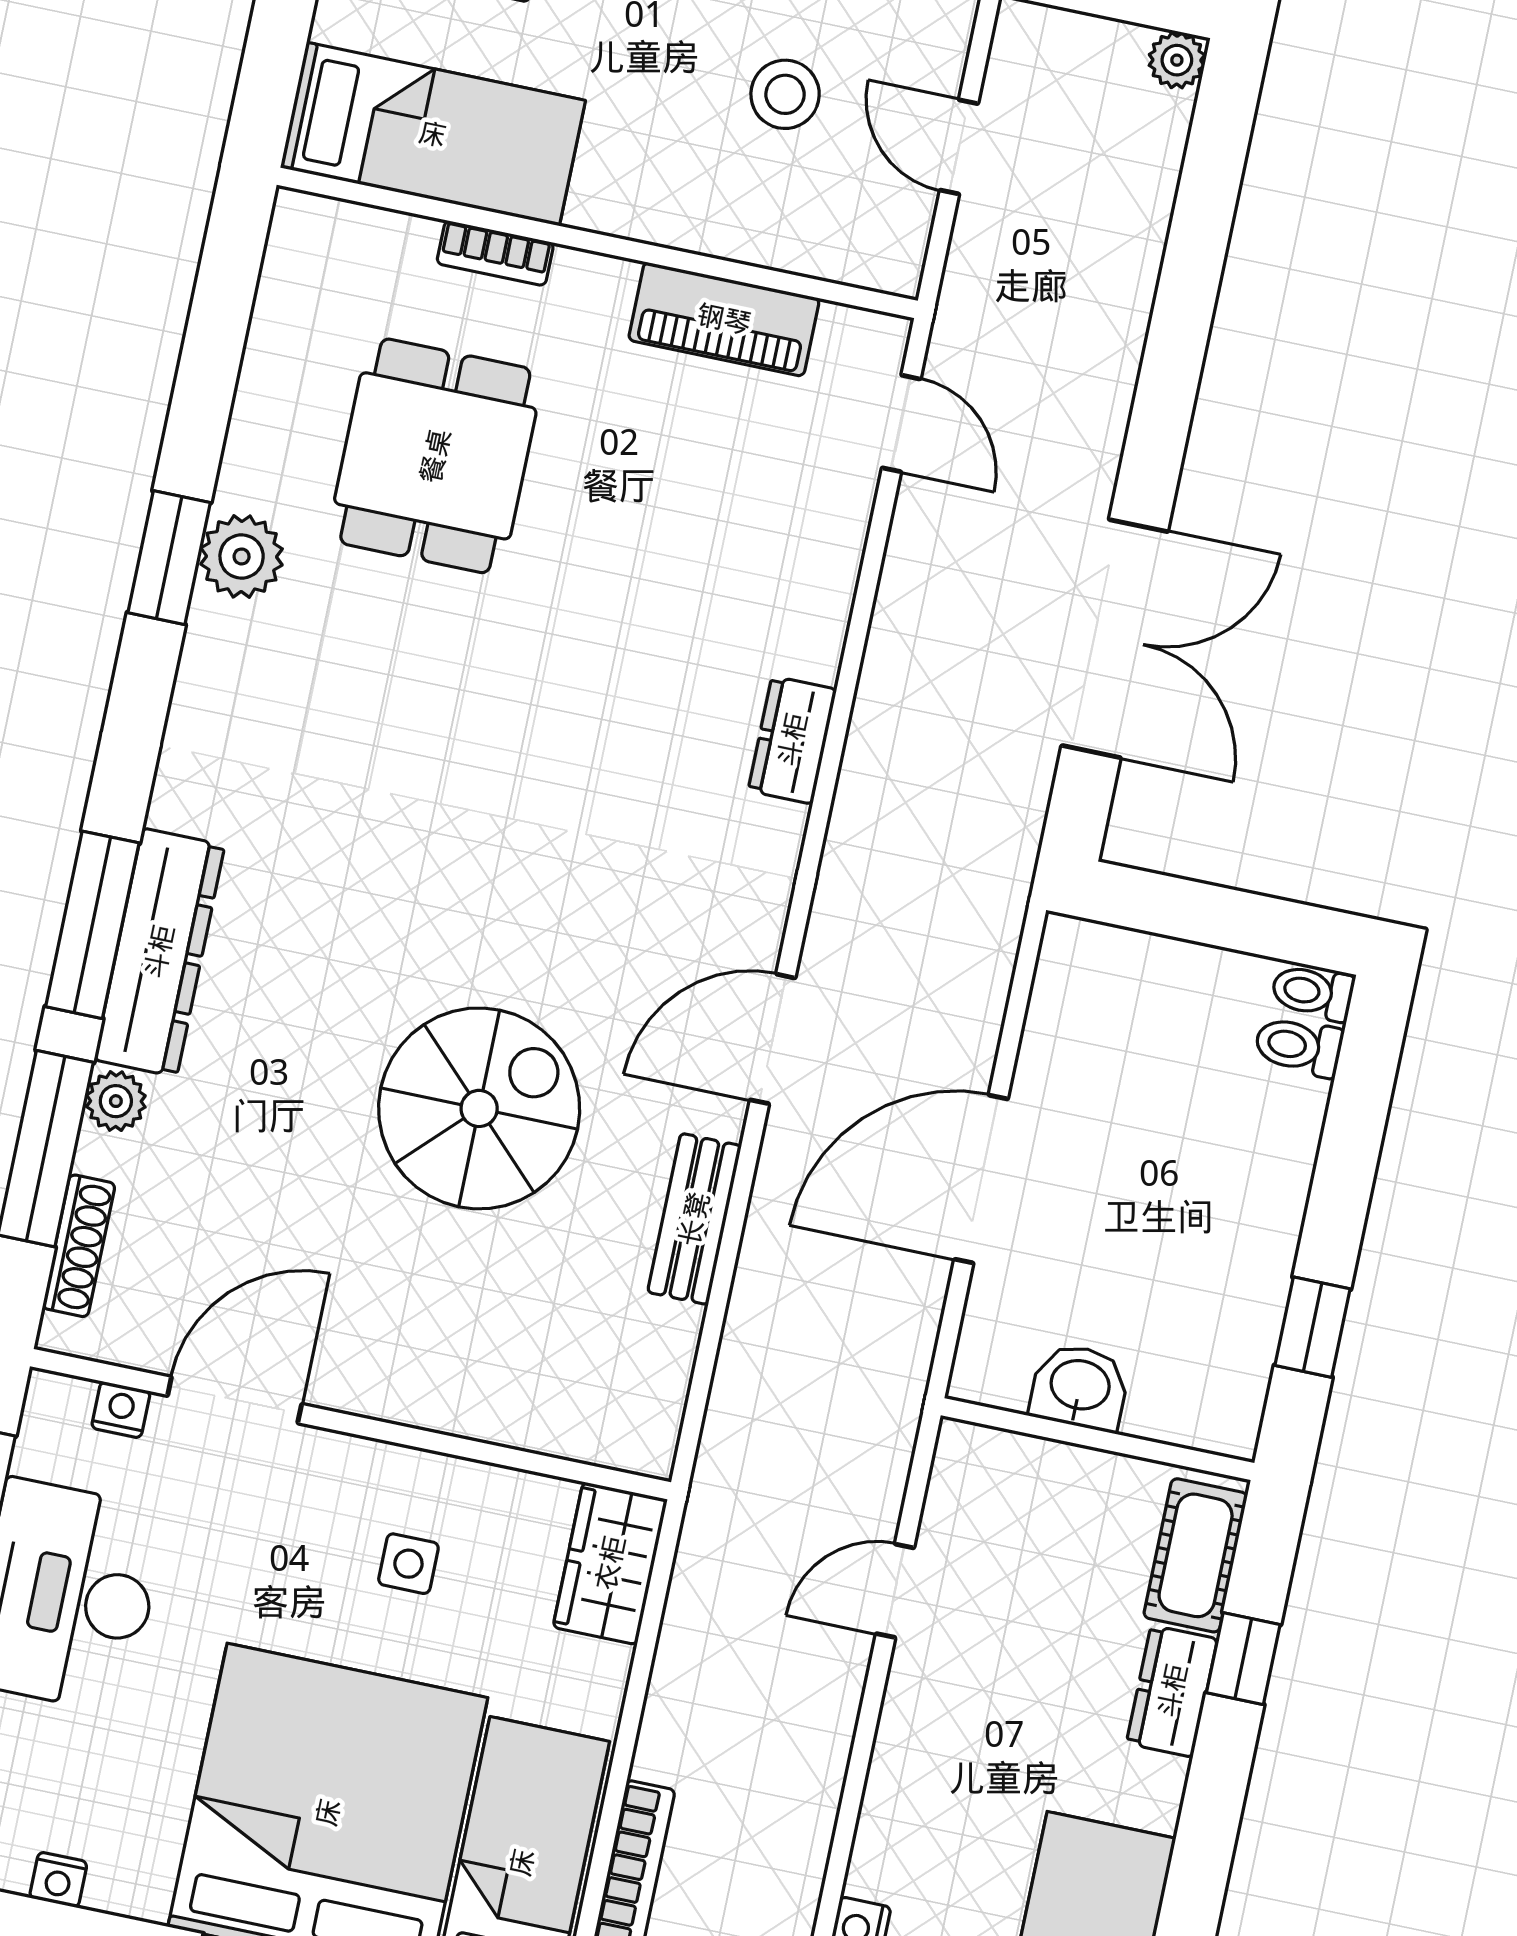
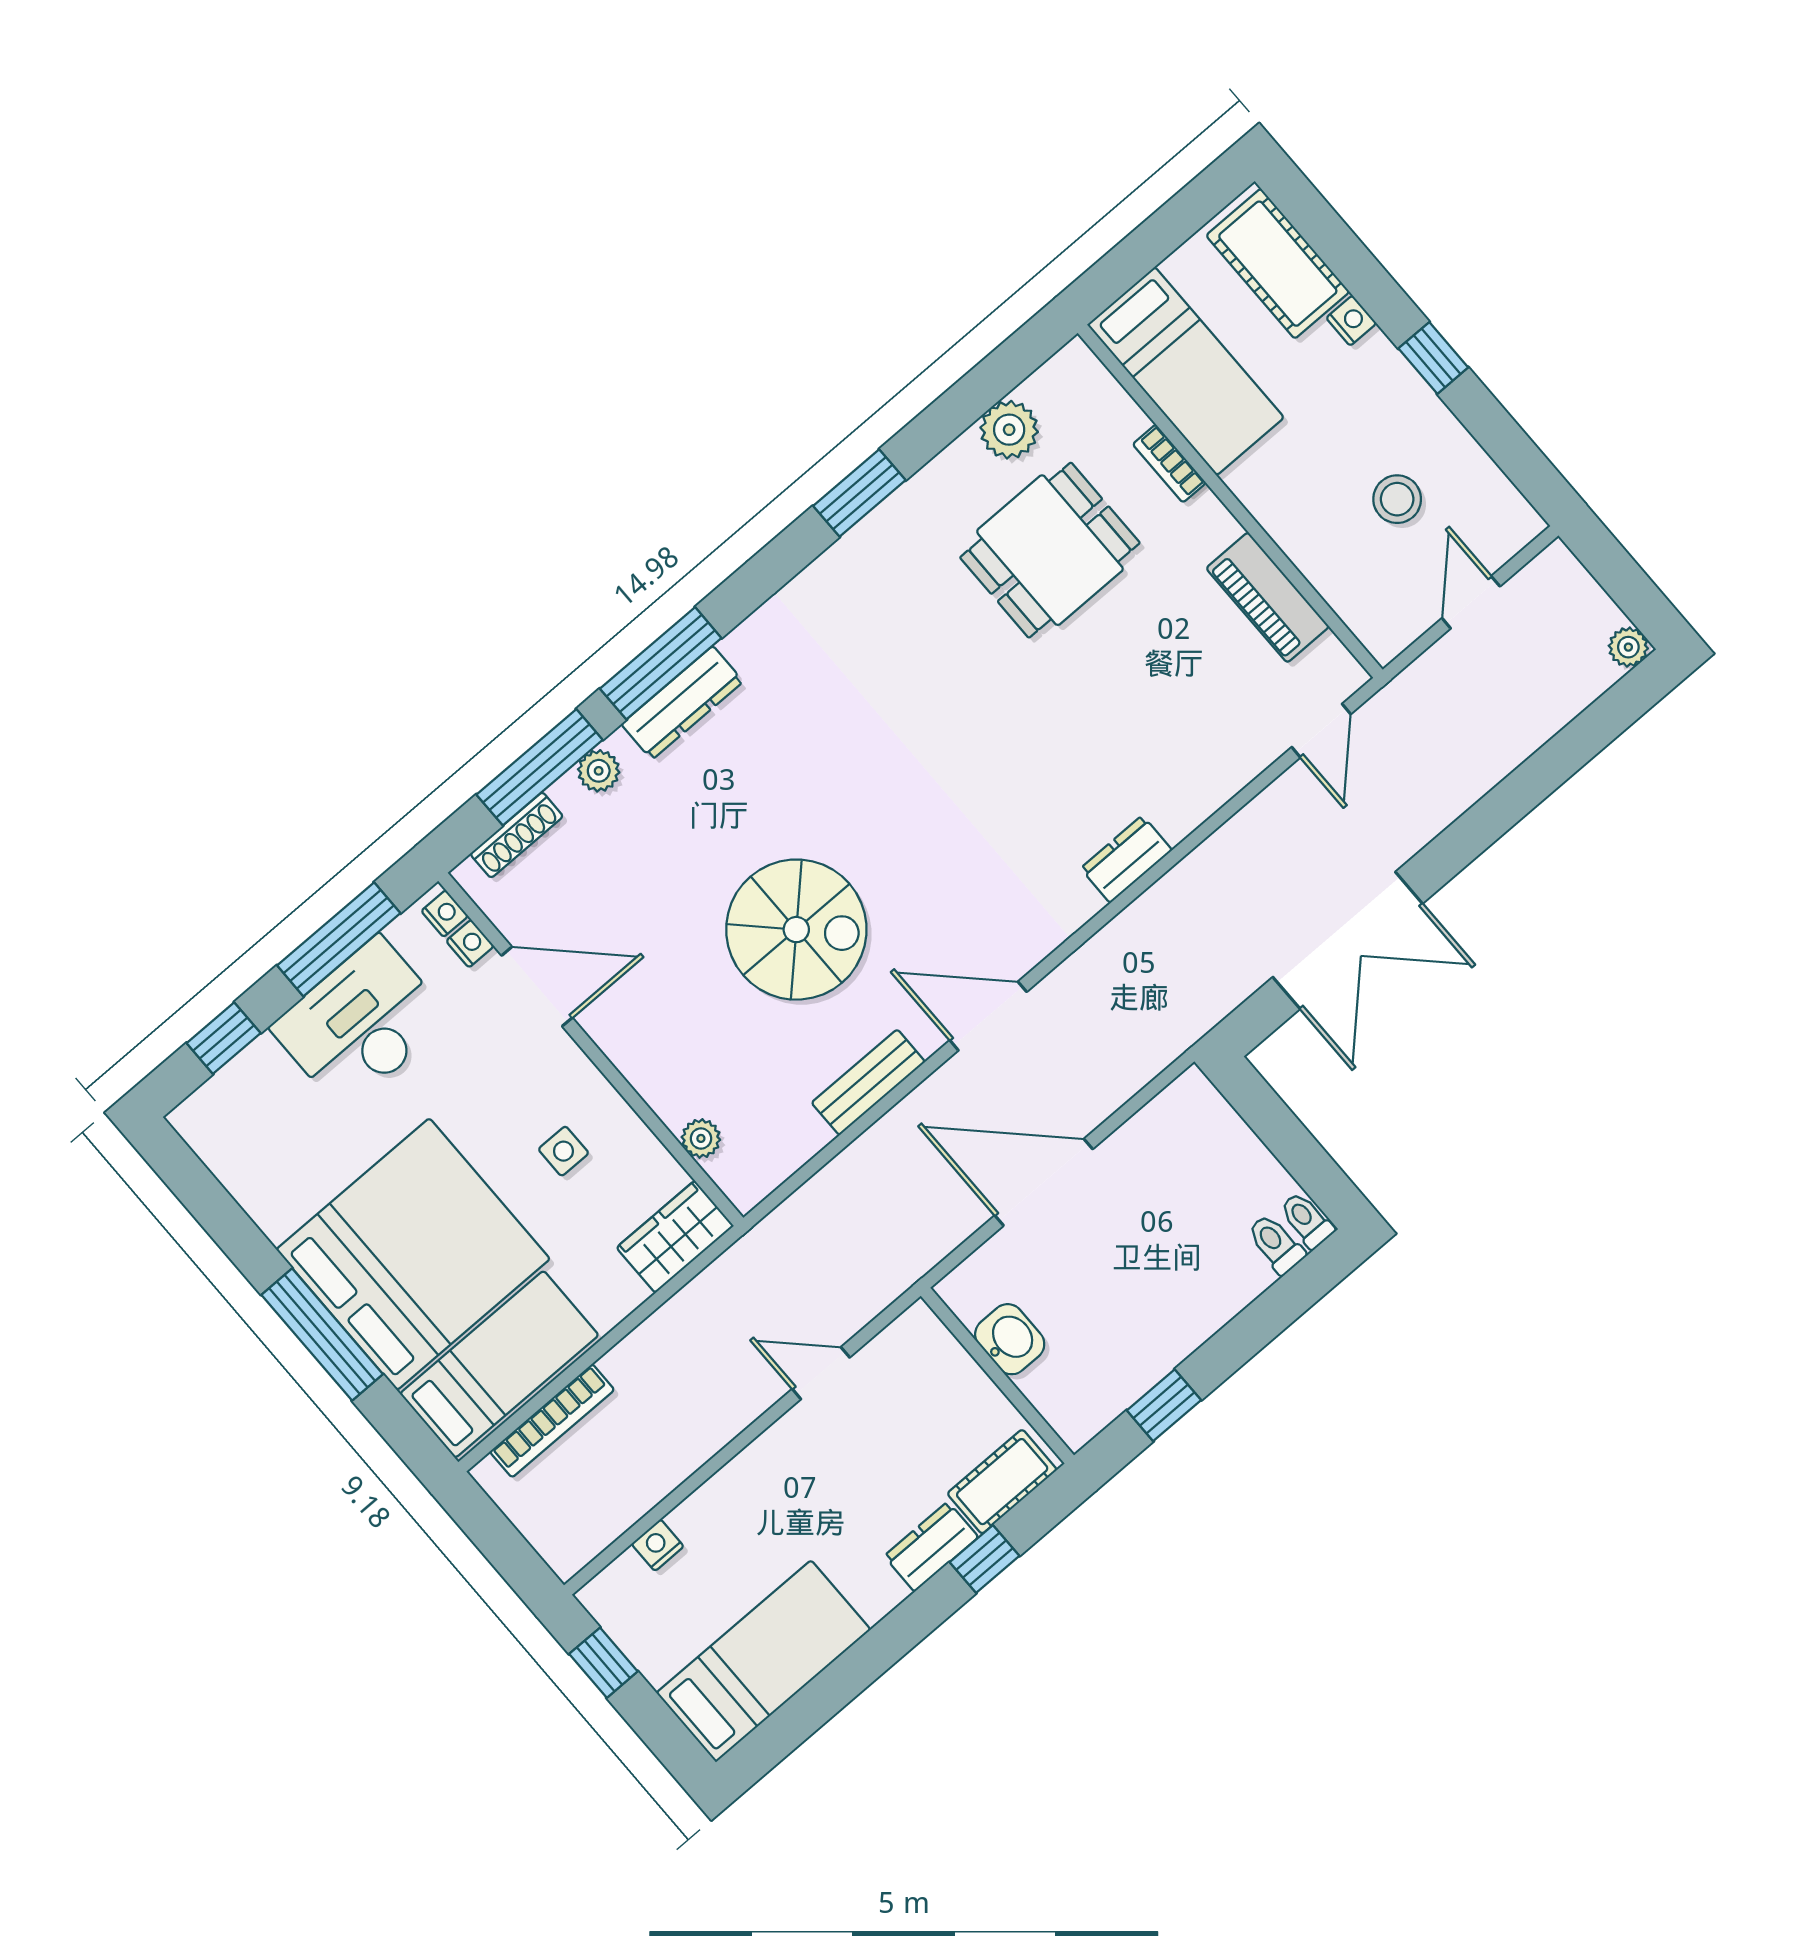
plant: (242, 556) -> (1009, 430), moved
dresser: (159, 952) -> (682, 703), width x0.73, depth x0.80
plant: (554, 1429) -> (701, 1138), added
nightstand: (58, 1880) -> (445, 914), moved, turned 180

